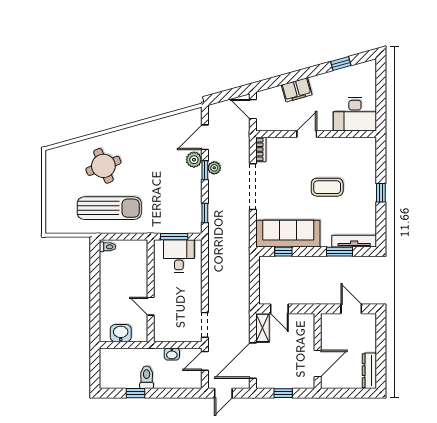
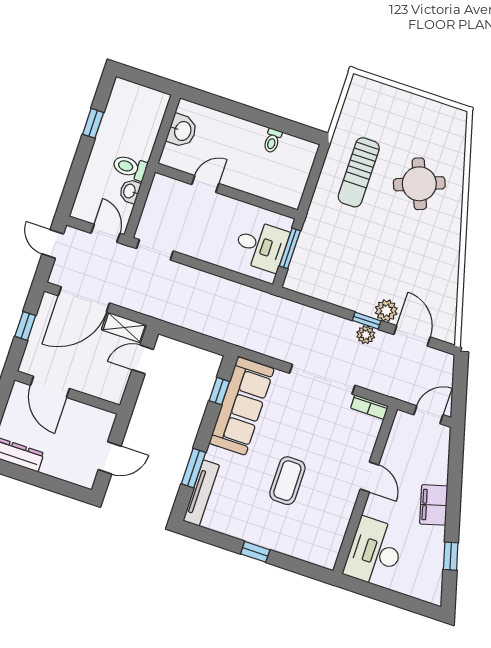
filing cabinet: (297, 90) -> (434, 505), moved
sun lounger: (109, 208) -> (359, 172), width x0.73, depth x0.75
window: (205, 213) -> (308, 301), removed
toilet: (107, 247) -> (272, 141), moved
door: (253, 361) -> (84, 299), swing flipped
toilet: (147, 377) -> (130, 167), moved, turned 180

